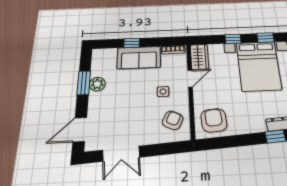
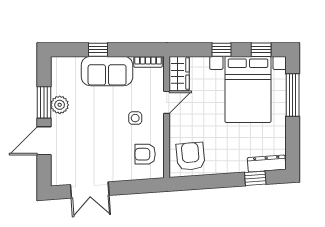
armchair: (173, 120) -> (145, 154), turned -115
door: (80, 130) -> (44, 141), moved

